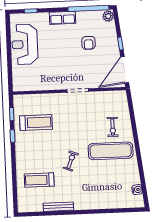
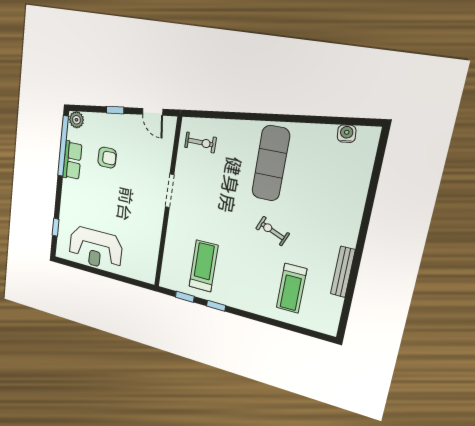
row of seats: (63, 18) -> (72, 160), moved
door: (125, 70) -> (153, 112), width x0.53
exercise bike: (113, 127) -> (200, 142), moved

